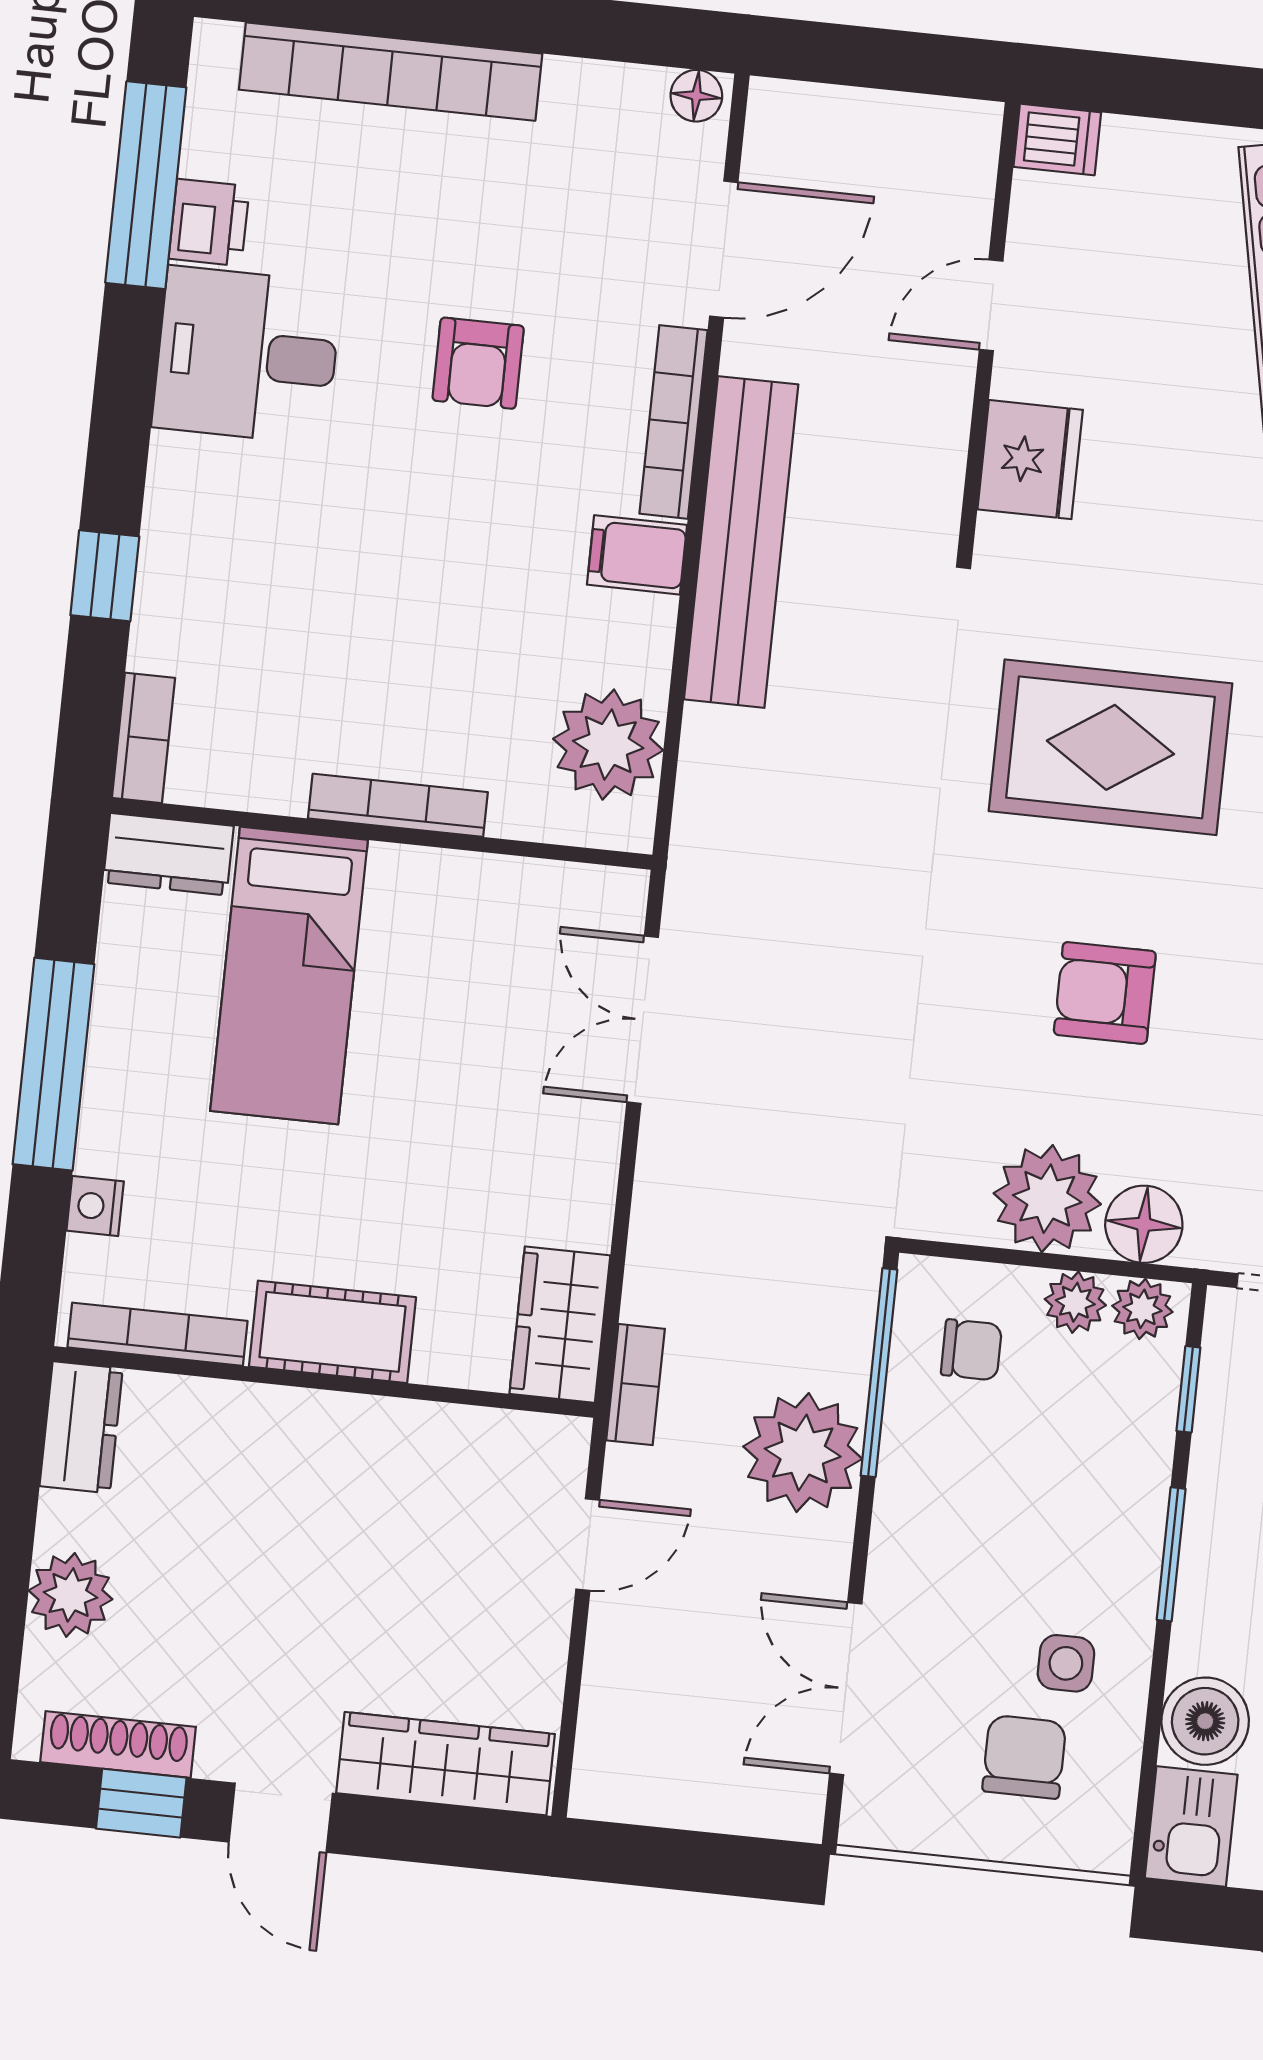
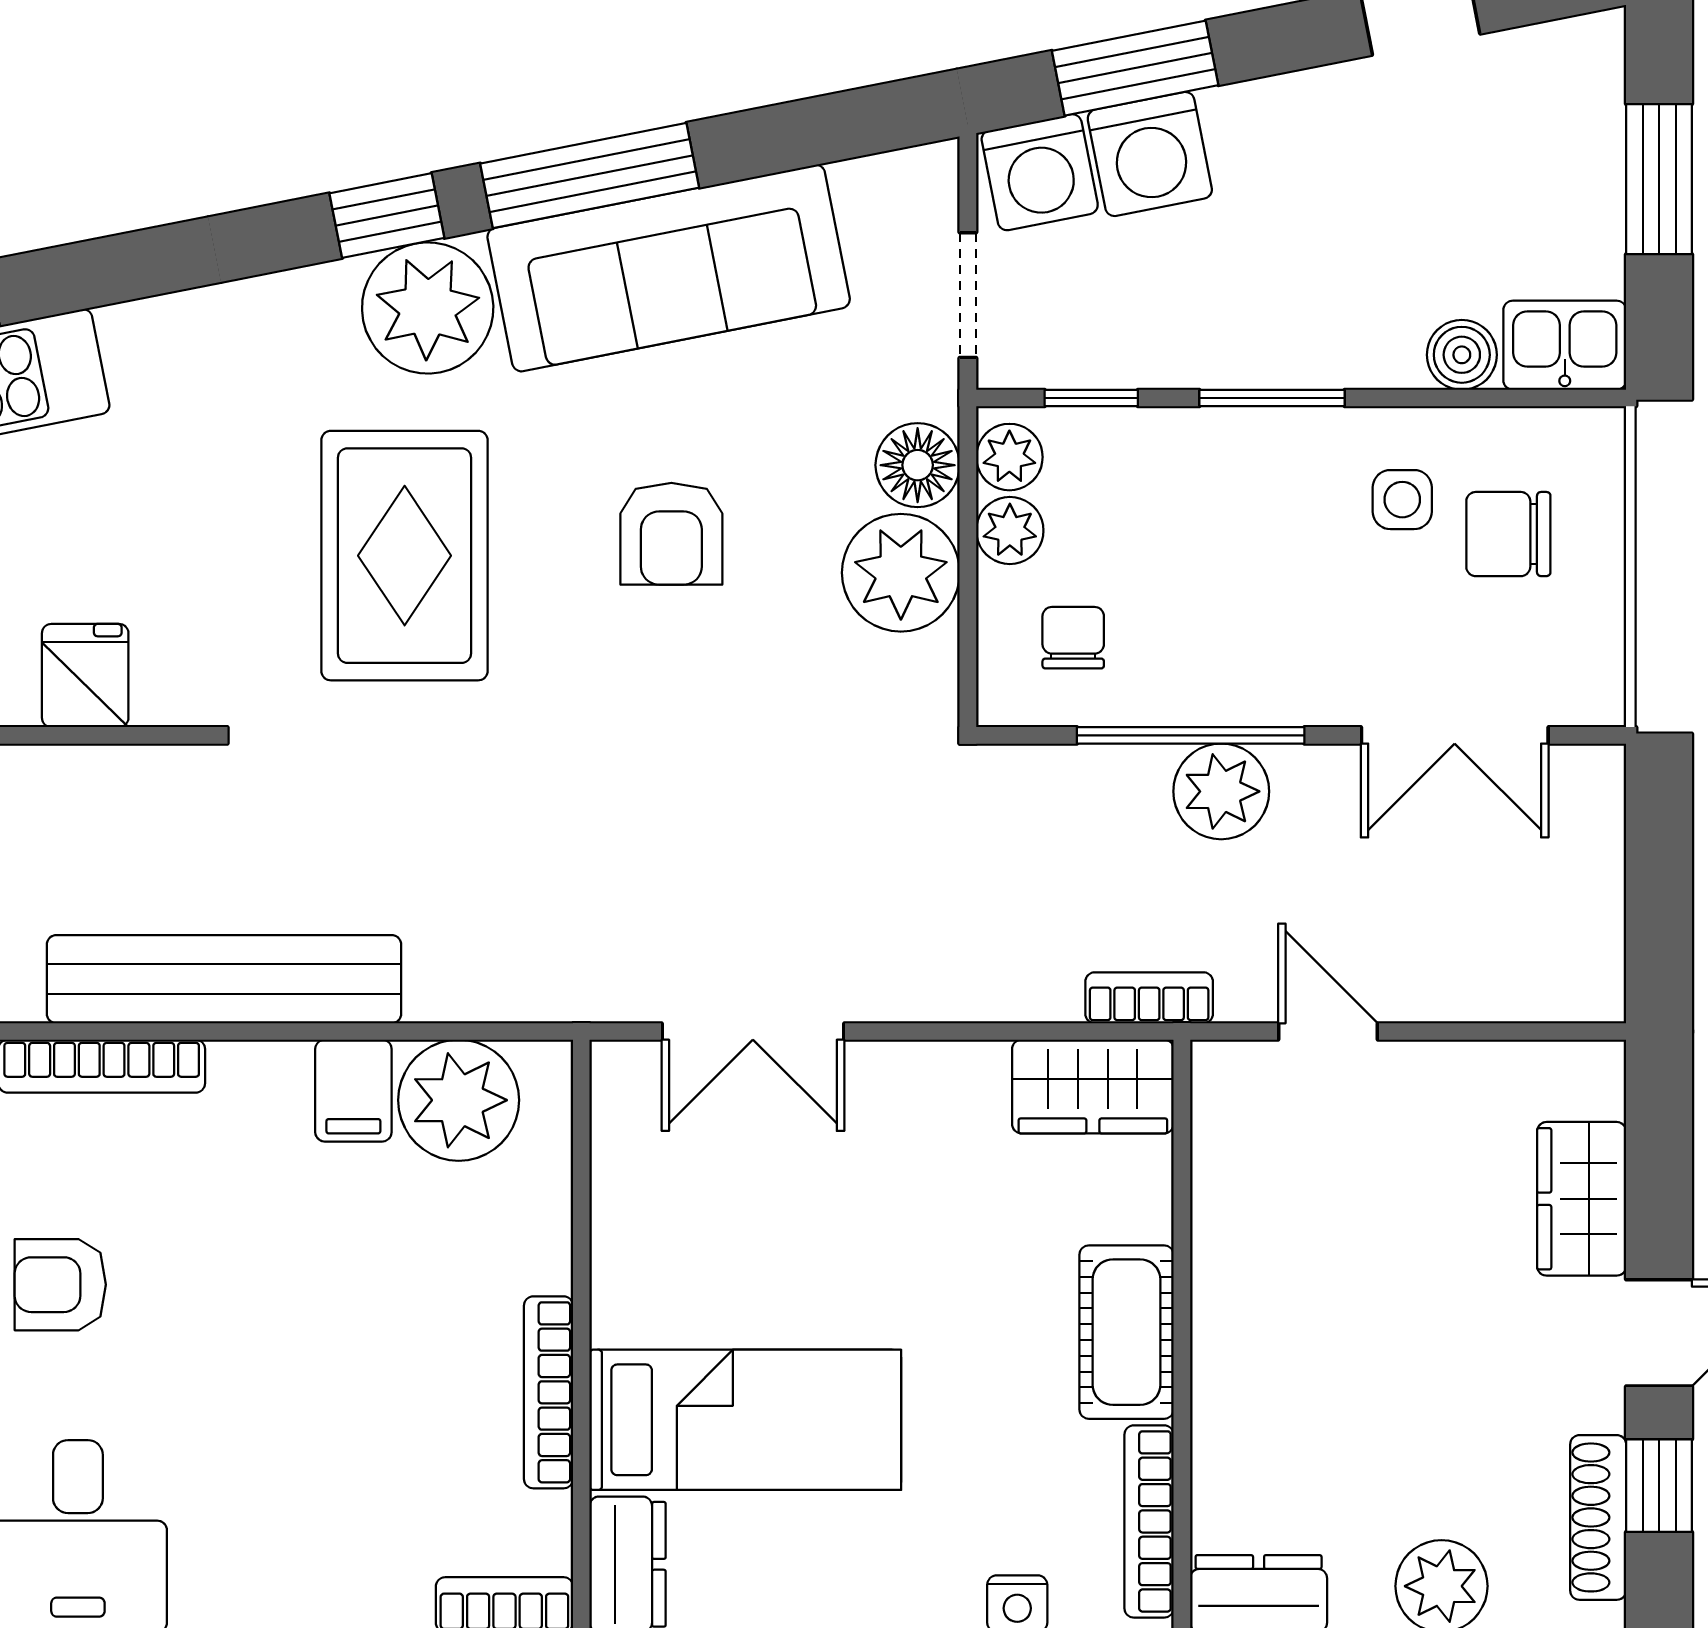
armchair: (478, 363) -> (60, 1285), turned 180
fridge: (1030, 460) -> (85, 675), width x0.72
filing cabinet: (637, 555) -> (353, 1091), moved
bookcase: (398, 805) -> (548, 1392), moved
window: (879, 1373) -> (1191, 735), moved
plant: (803, 1453) -> (1221, 791), width x0.73, depth x0.73
boiler: (1205, 1721) -> (1462, 355), width x0.73, depth x0.73
wardrobe: (446, 1764) -> (1582, 1199), width x0.67

